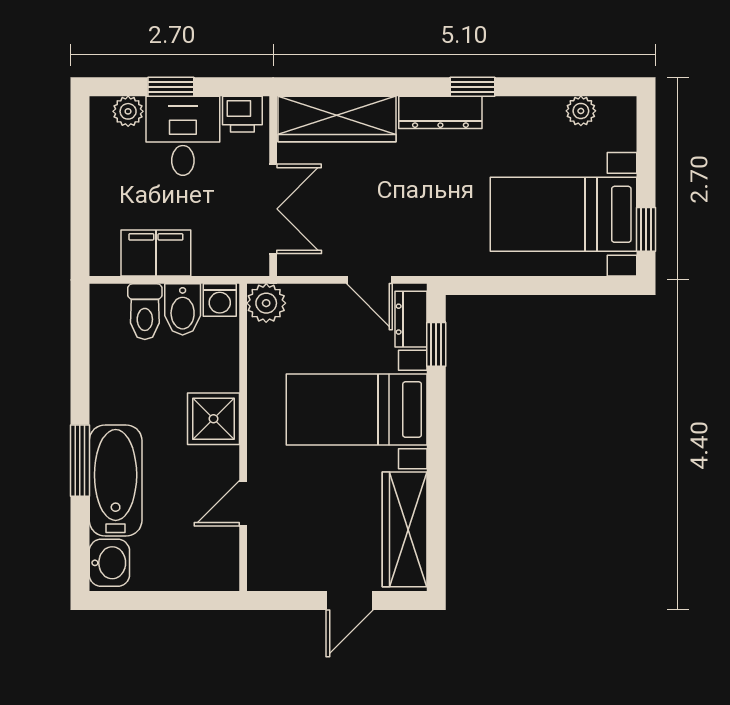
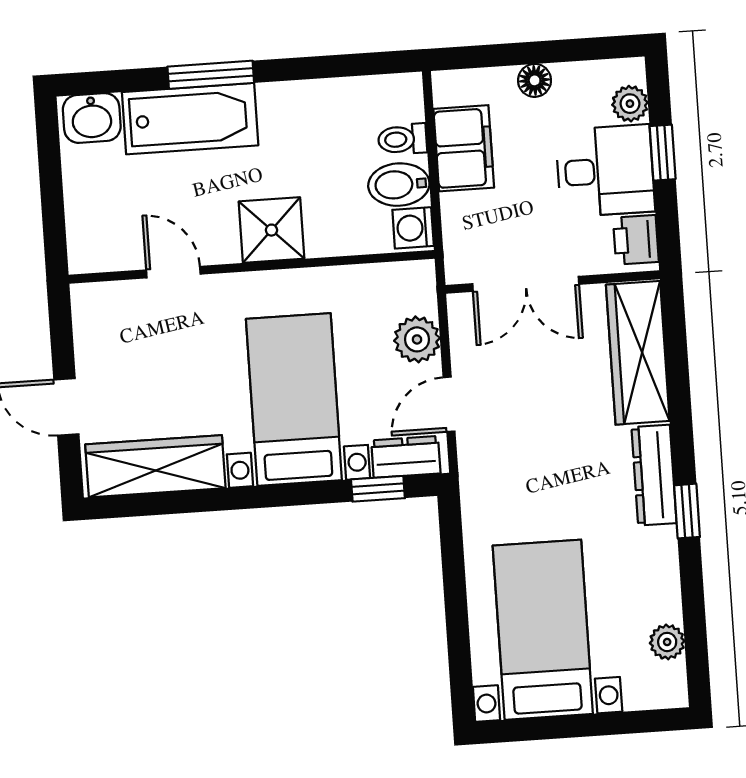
floor lamp: (103, 190) -> (535, 80), added
window: (646, 229) -> (532, 729), removed
plant: (266, 303) -> (417, 339), moved
toilet: (145, 312) -> (402, 139), width x0.73, depth x0.72

